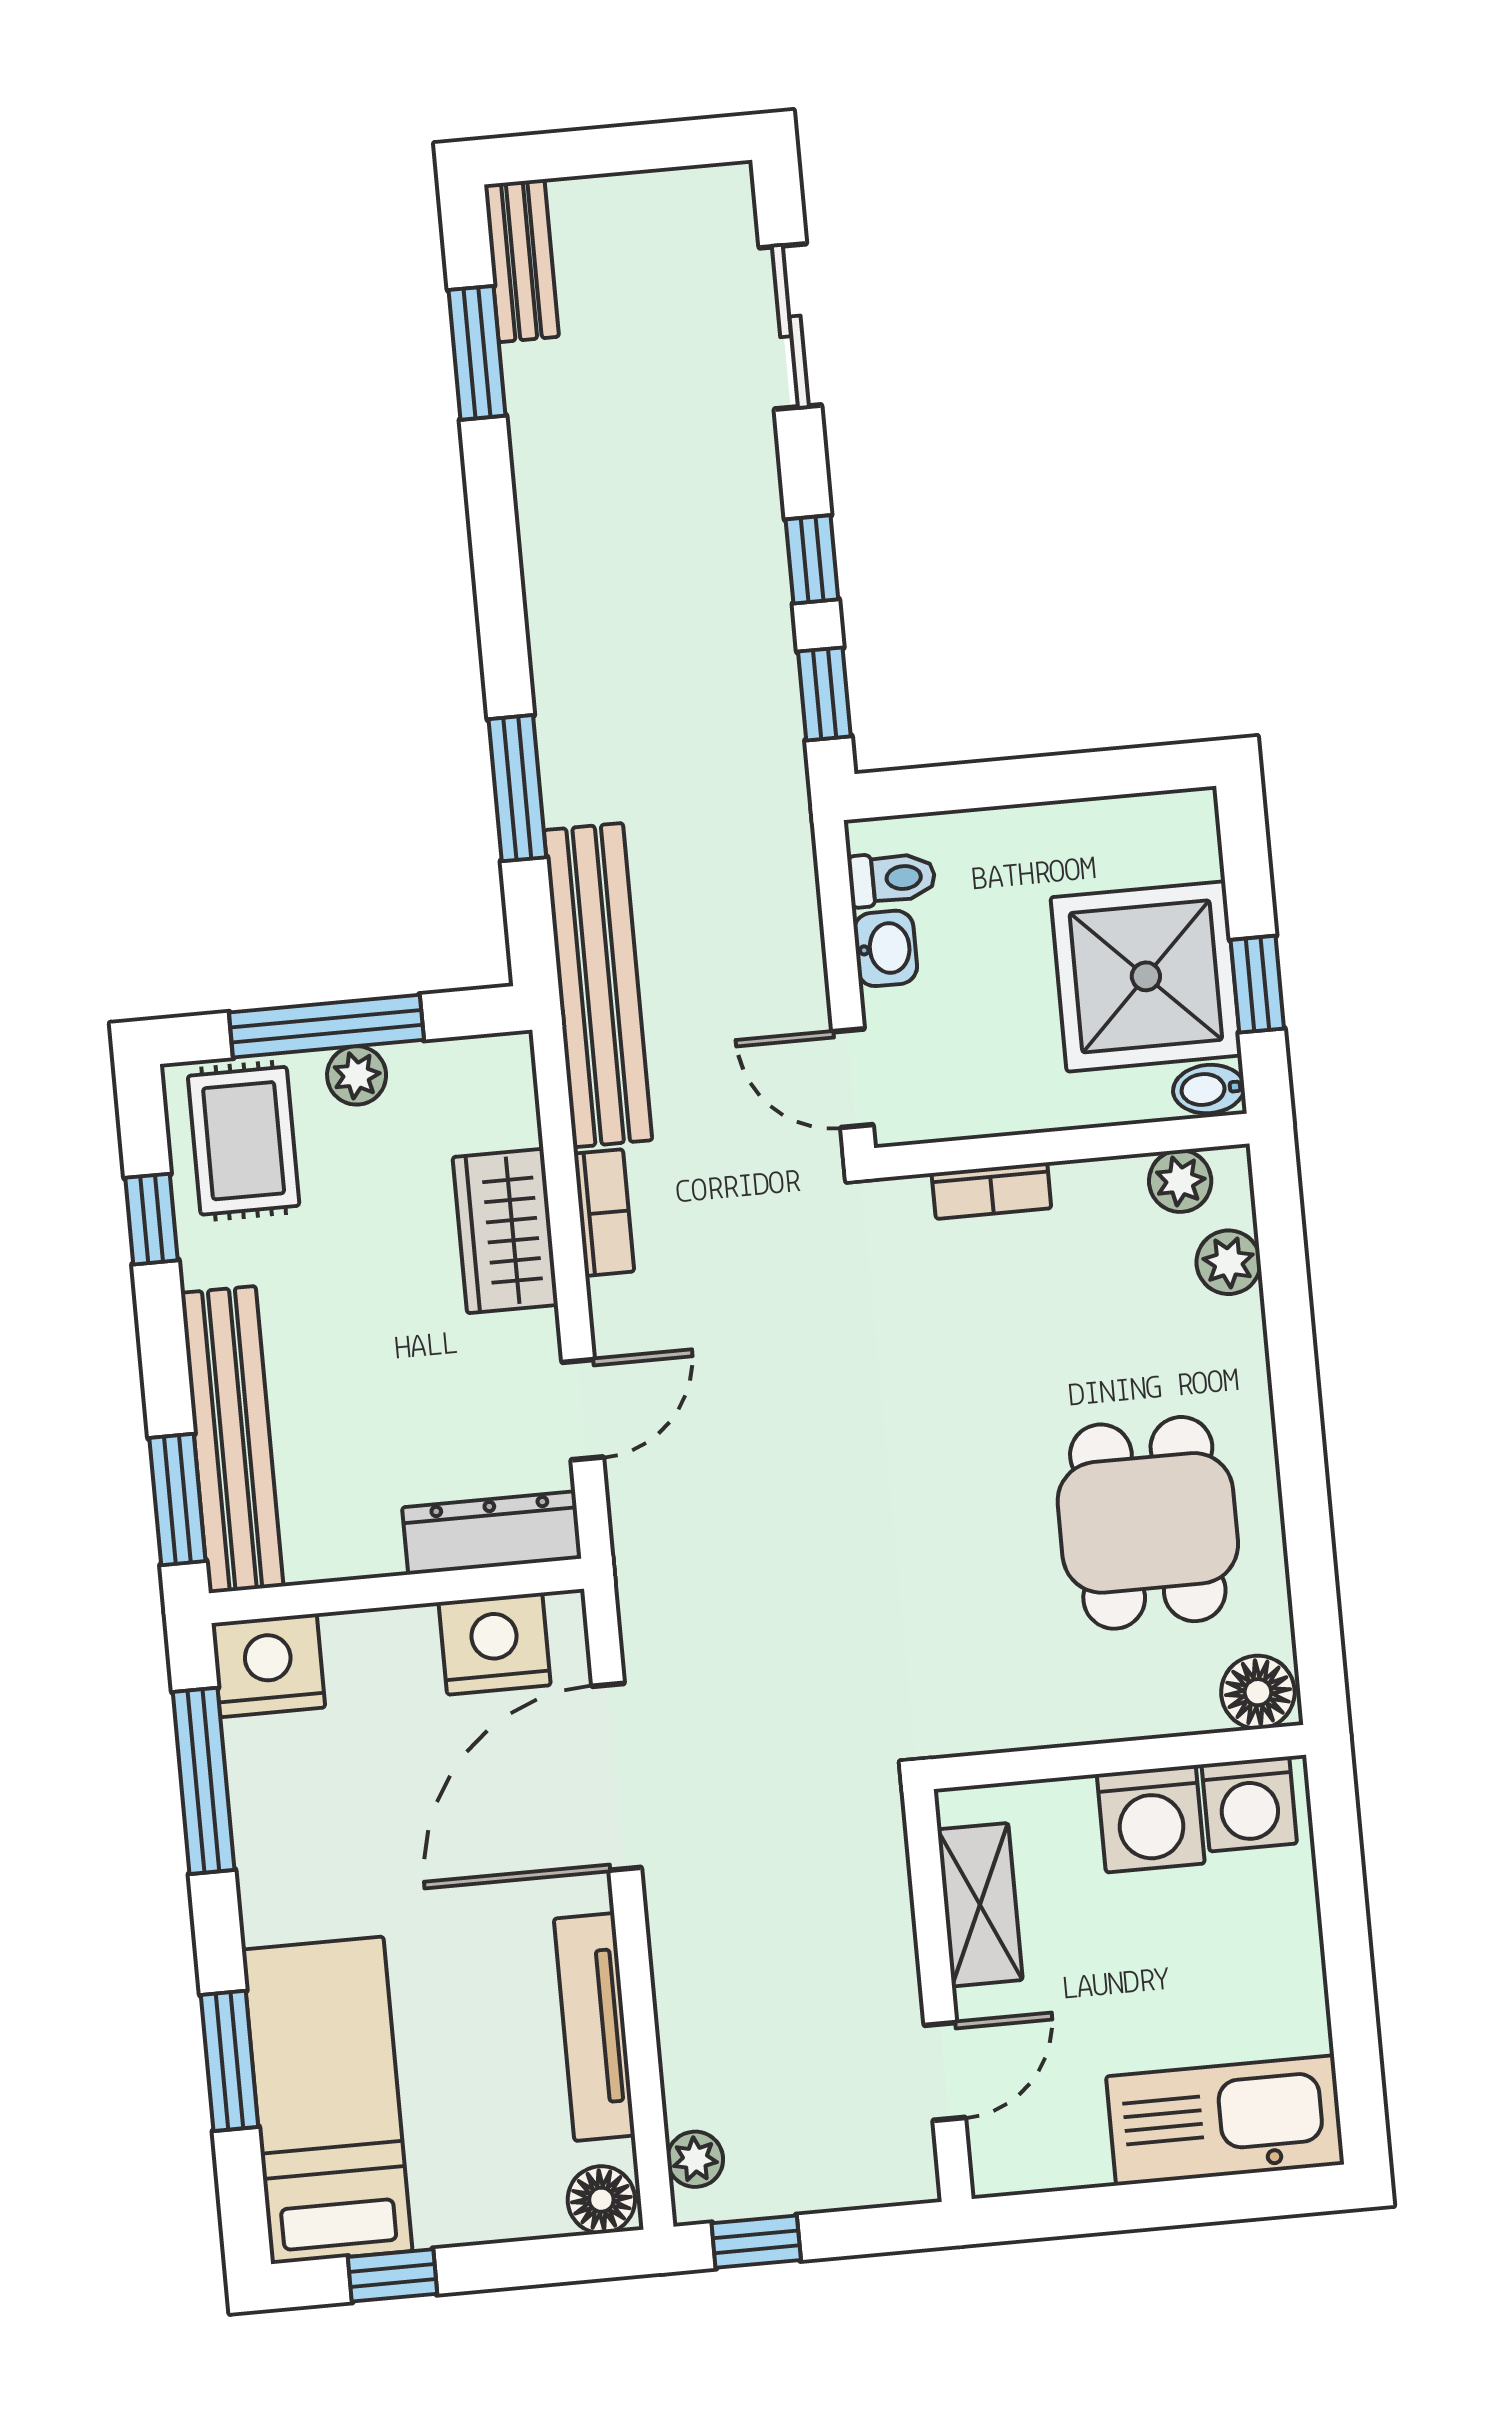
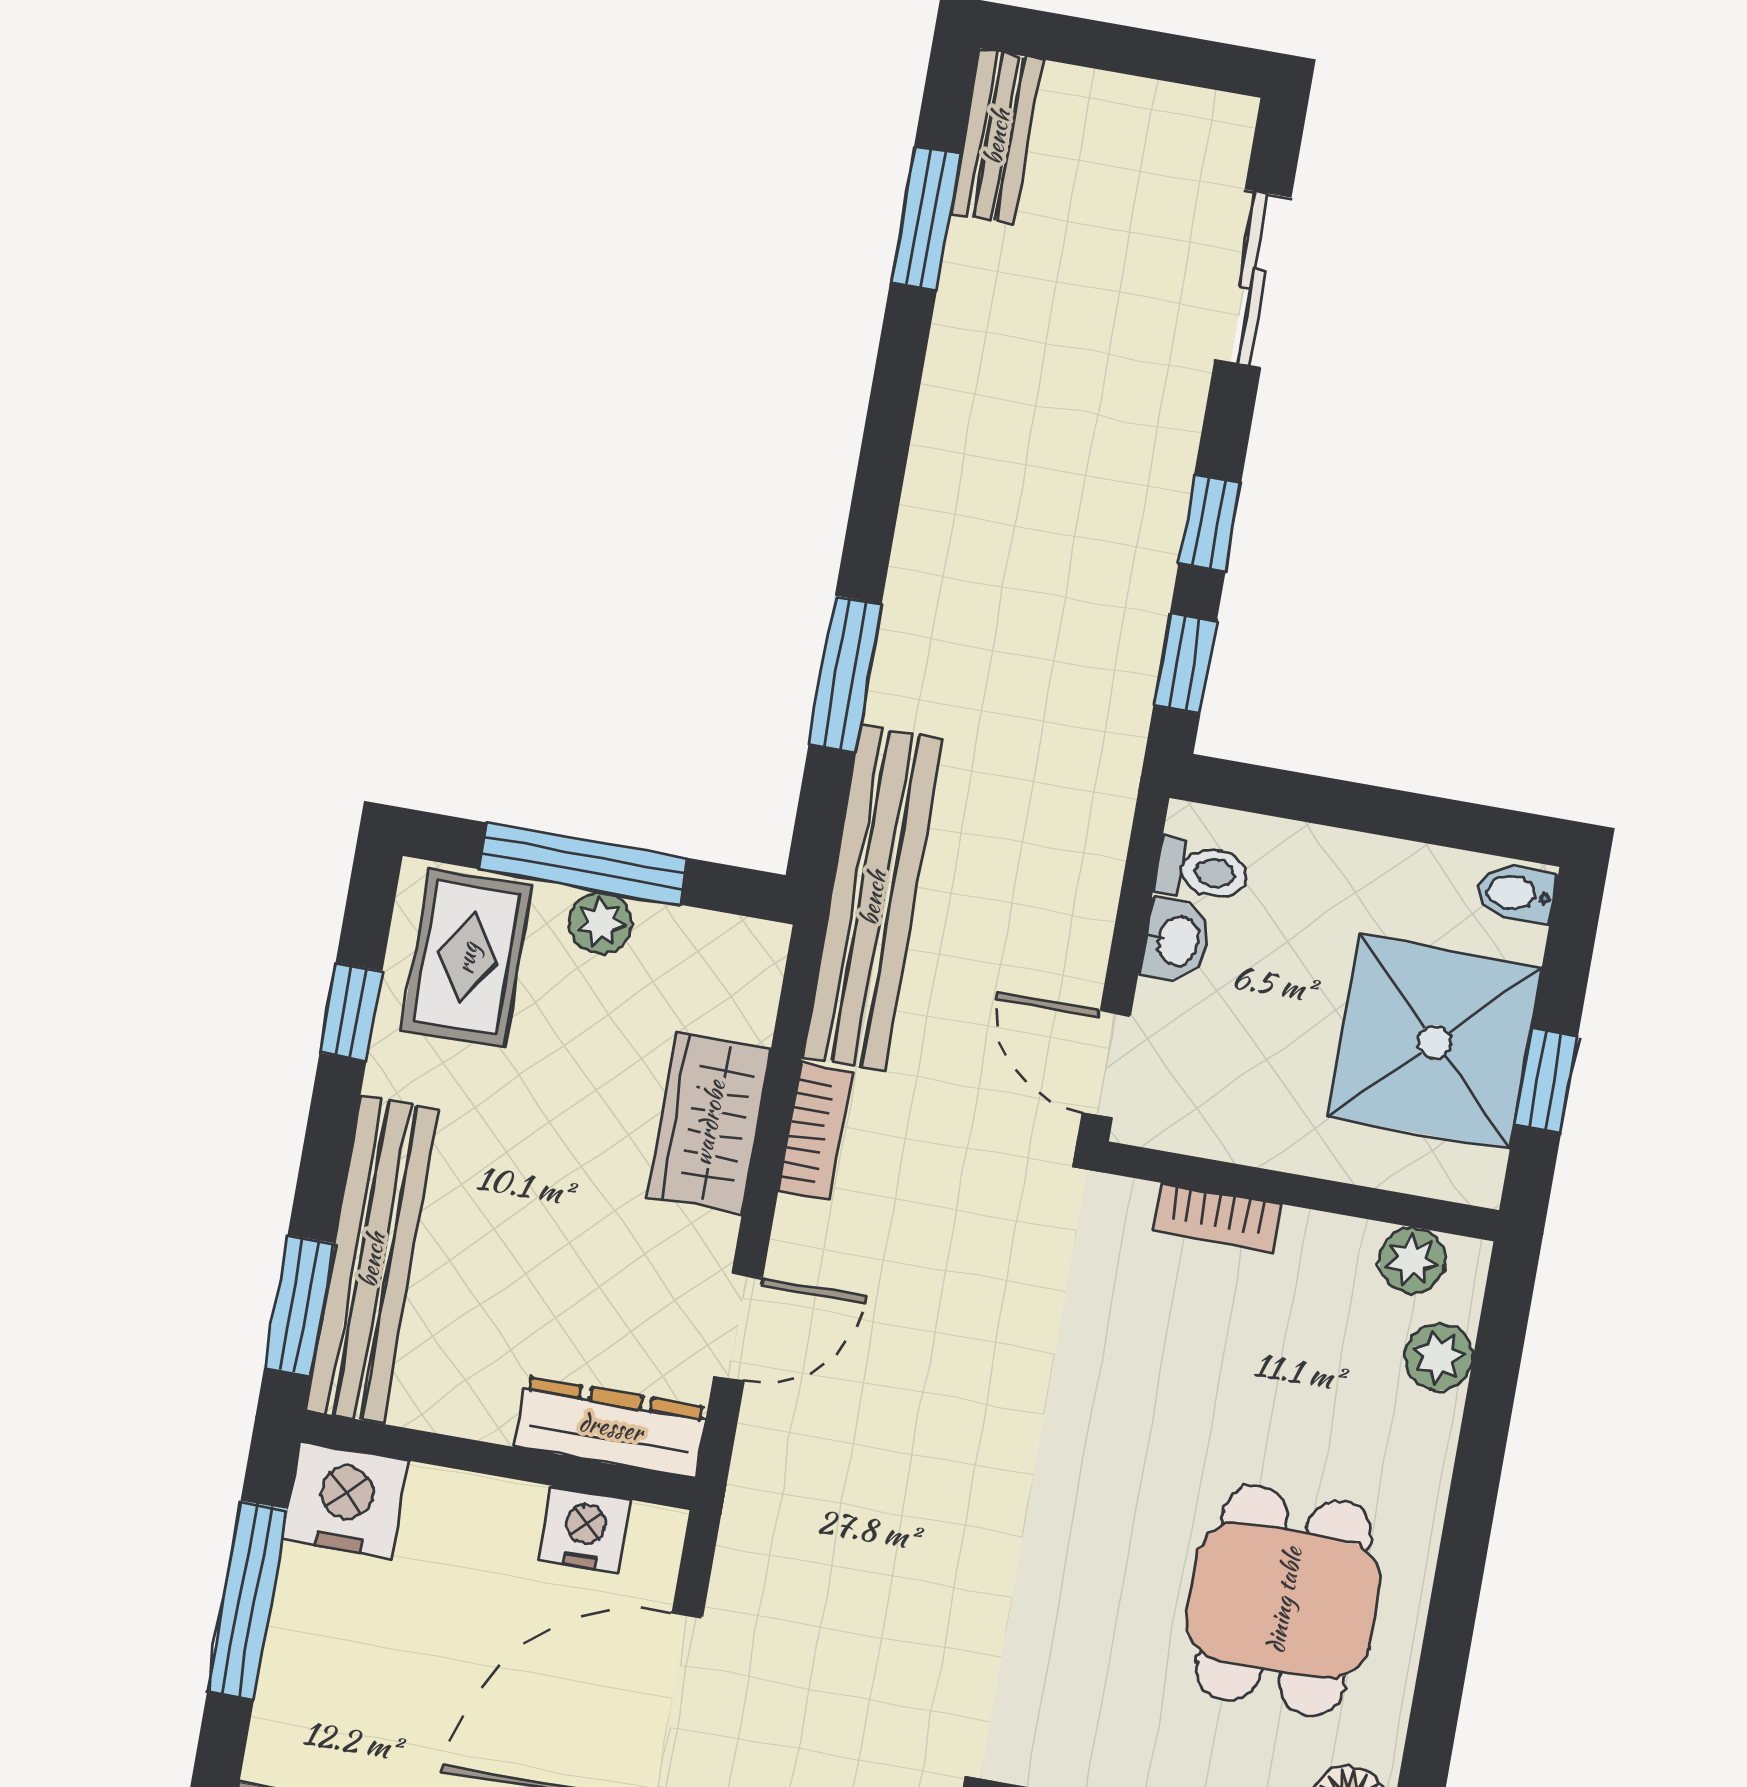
bidet: (1209, 1089) -> (1517, 893), moved
nightstand: (495, 1644) -> (585, 1529), width x0.74, depth x0.75

